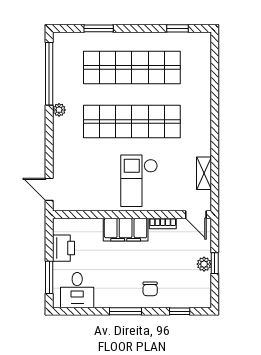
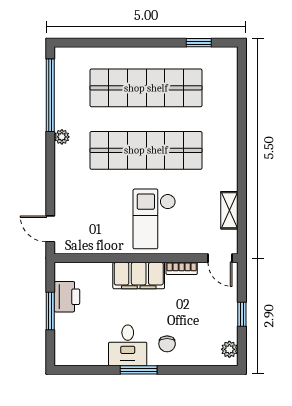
window: (99, 28) -> (108, 43), removed
plant: (204, 264) -> (229, 349), moved
window: (49, 277) -> (50, 311), moved
desk: (77, 290) -> (128, 345), moved
window: (180, 311) -> (201, 370), removed

